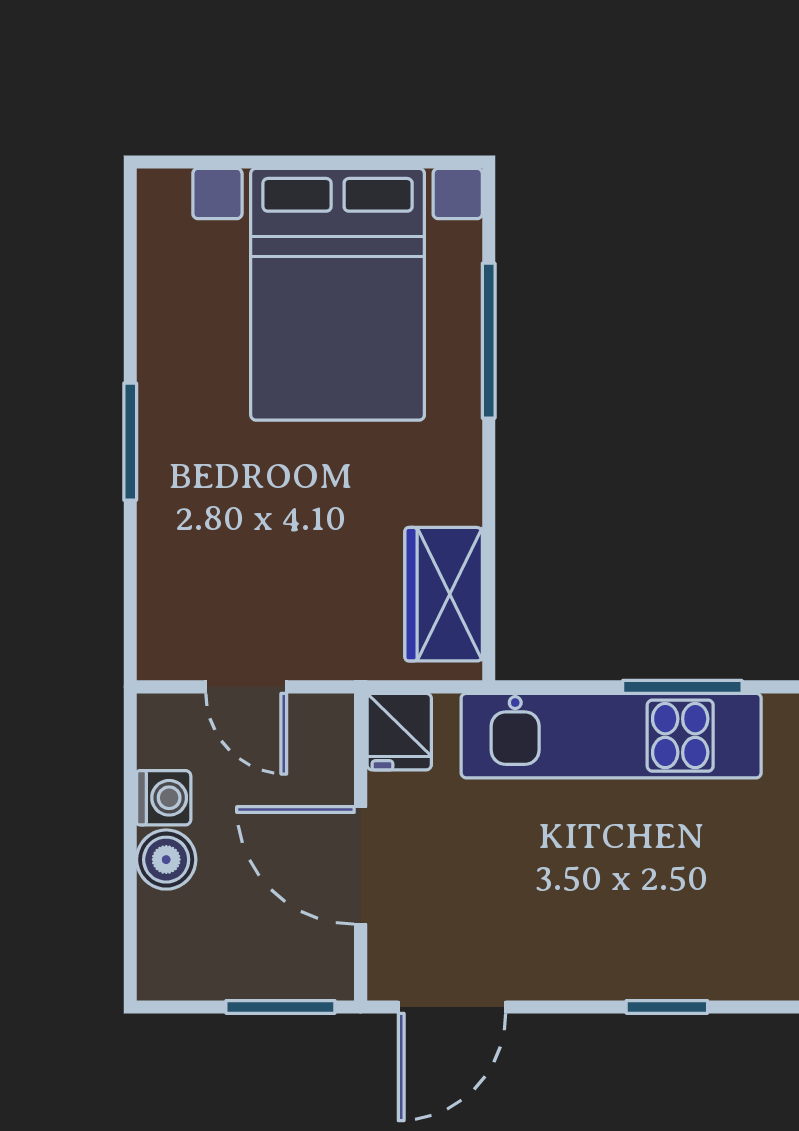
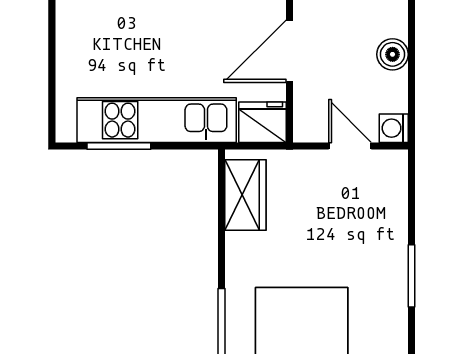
fridge: (399, 732) -> (262, 122), width x1.38
washing machine: (164, 798) -> (394, 128), moved
door: (361, 865) -> (289, 51), swing flipped

